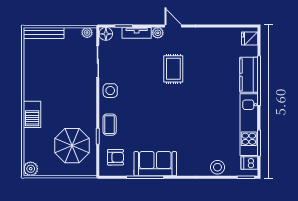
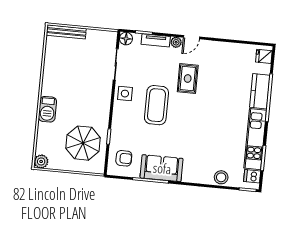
door: (173, 26) -> (192, 37), swing flipped
plant: (87, 33) -> (108, 36), removed
coffee table: (110, 125) -> (156, 105), moved, width x1.86, depth x1.72

